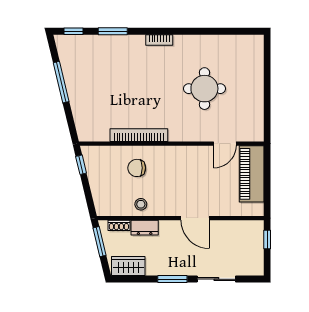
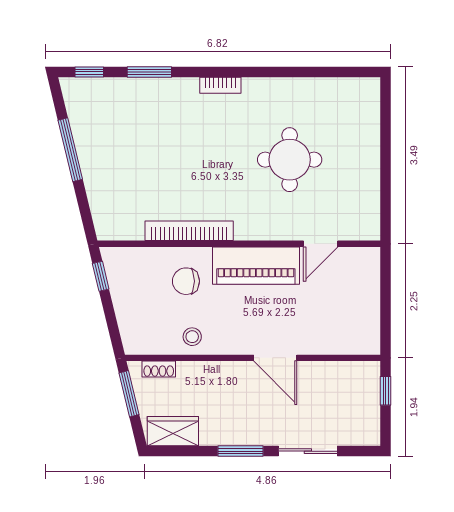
piano: (252, 174) -> (256, 266), moved, turned -90
dresser: (145, 228) -> (198, 372), removed

